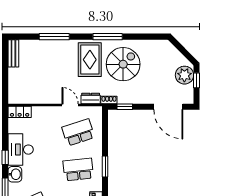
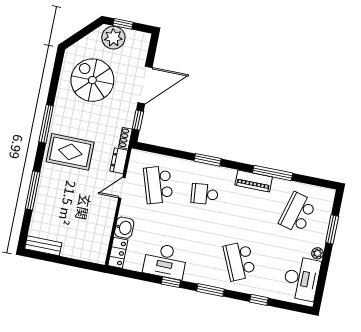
spiral stairs: (123, 64) -> (92, 80), moved
door: (168, 107) -> (145, 85), moved
school desk: (78, 170) -> (205, 194), width x0.54
washbasin: (15, 174) -> (124, 228), moved, turned 90

